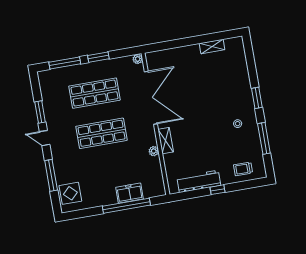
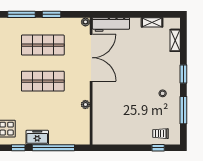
shelving: (166, 141) -> (175, 40), moved
workbench: (199, 181) -> (111, 25), moved, turned 180
window: (218, 190) -> (158, 148), moved
freezer: (130, 193) -> (37, 137), moved
window: (87, 212) -> (18, 148), added

